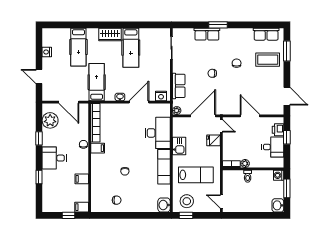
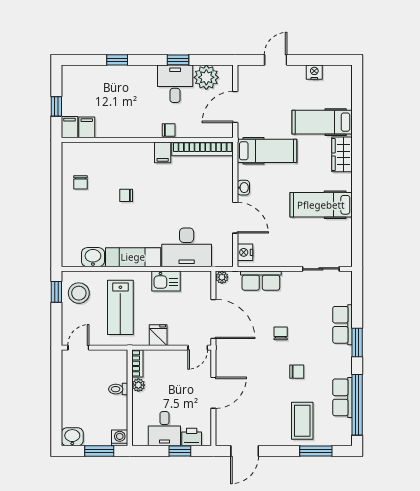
window: (258, 25) -> (357, 405), added
wardrobe: (110, 34) -> (342, 154), moved
row of seats: (266, 34) -> (342, 397), moved
fridge: (213, 140) -> (158, 335), moved
desk: (54, 158) -> (175, 84), moved
filing cabinet: (82, 179) -> (87, 127), moved
washbasin: (164, 205) -> (93, 257), moved

